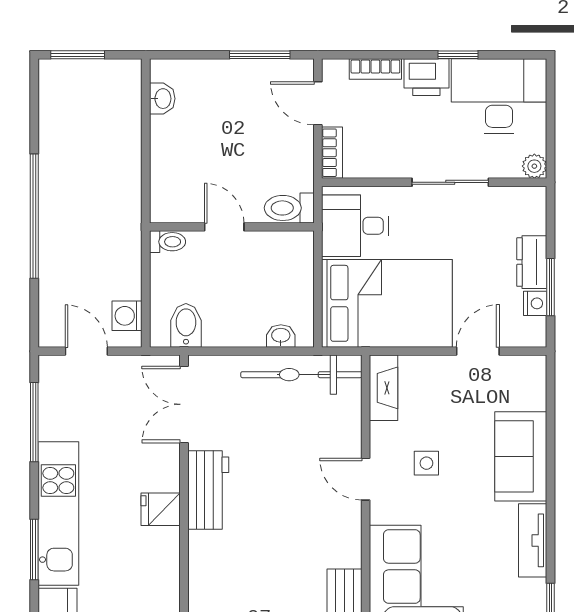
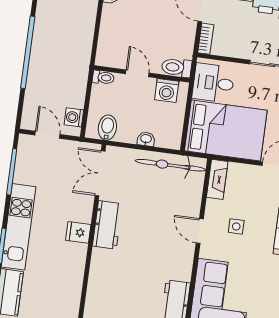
washing machine: (278, 249) -> (167, 91), added
washbasin: (281, 336) -> (146, 139), moved

